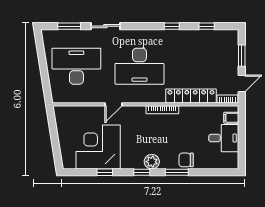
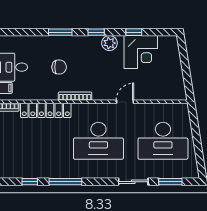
window: (172, 26) -> (65, 182), width x2.17
desk: (139, 66) -> (98, 141), turned 180
corner desk: (98, 147) -> (141, 52), width x0.74, depth x0.74
chair: (186, 160) -> (59, 67), moved
plant: (152, 162) -> (109, 43), moved

